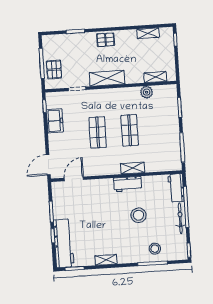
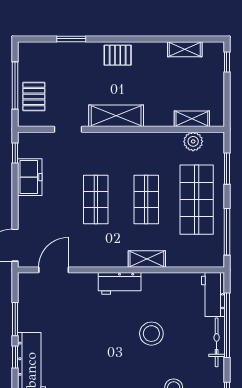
plant: (147, 92) -> (193, 141), moved
shop shelf: (162, 128) -> (197, 200), added
workbench: (128, 184) -> (120, 283), moved

